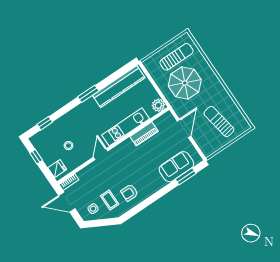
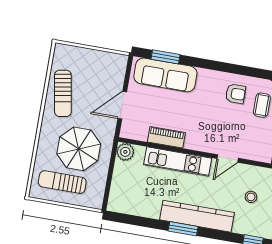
kitchen counter: (119, 87) -> (197, 216), moved
sun lounger: (219, 121) -> (63, 93), moved
sofa: (176, 167) -> (165, 75), width x1.36

